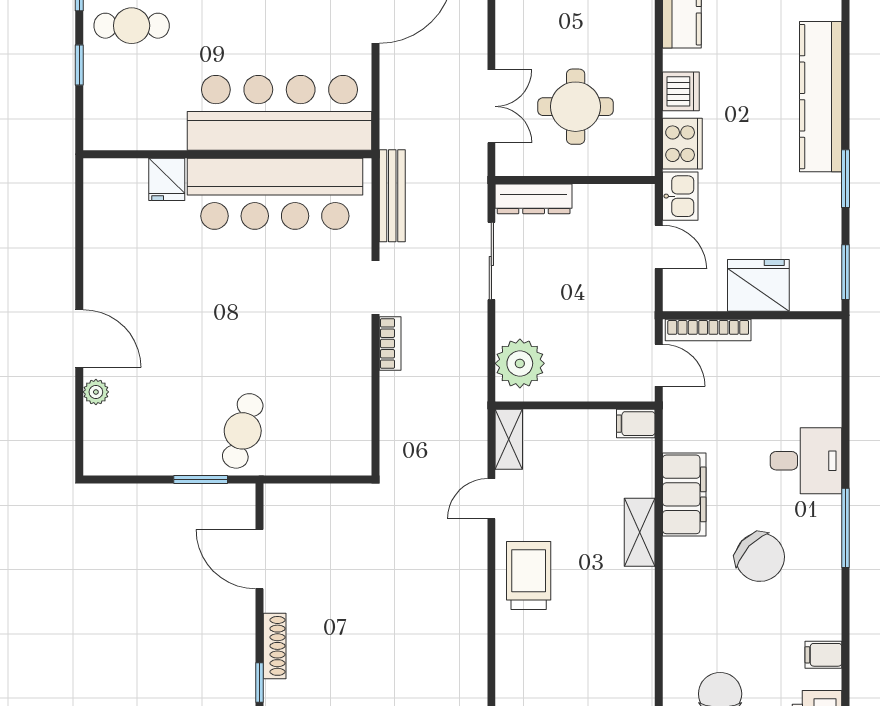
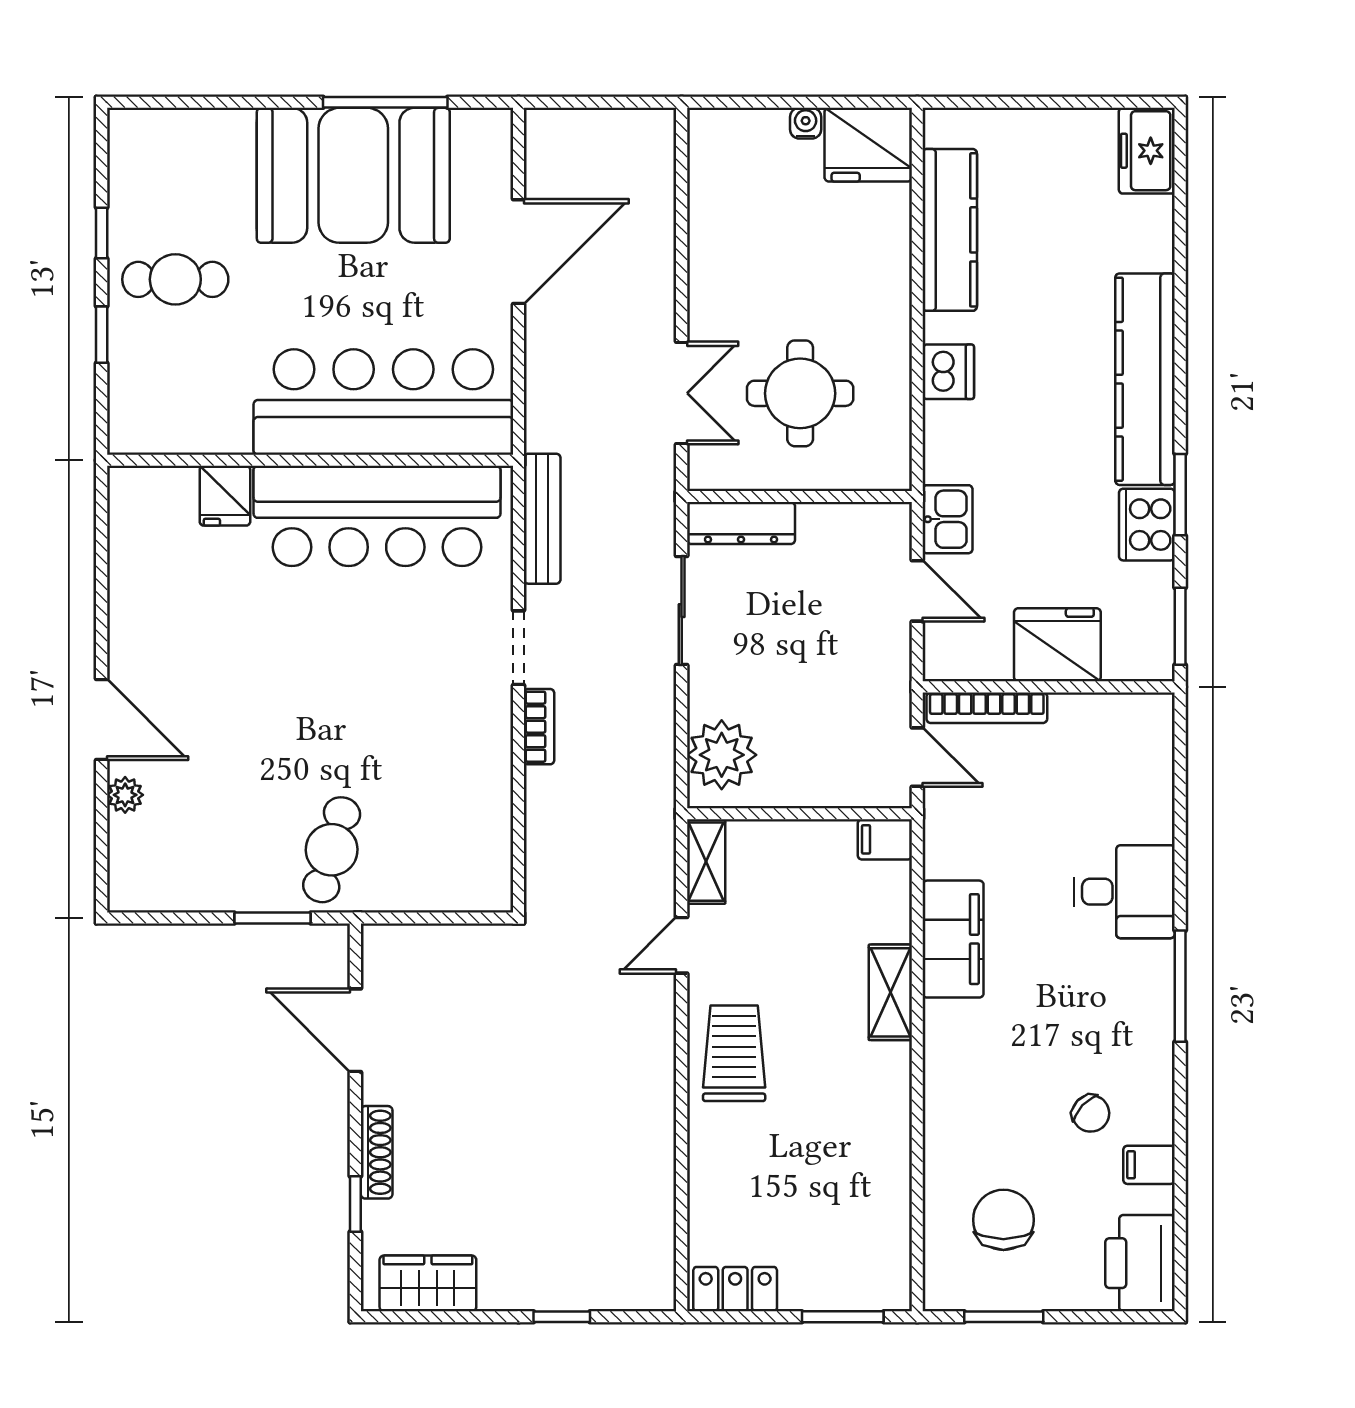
cooker: (682, 144) -> (1147, 525), moved, turned 180
chair: (760, 557) -> (1091, 1113), moved, width x0.54, depth x0.54

